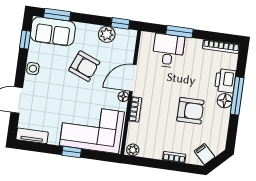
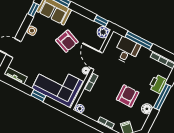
window: (179, 32) -> (139, 40), width x1.44
plant: (107, 34) -> (103, 32), moved
door: (133, 78) -> (97, 60), hinge flipped
floor lamp: (225, 101) -> (147, 109), moved
armchair: (190, 111) -> (128, 96), turned -90

